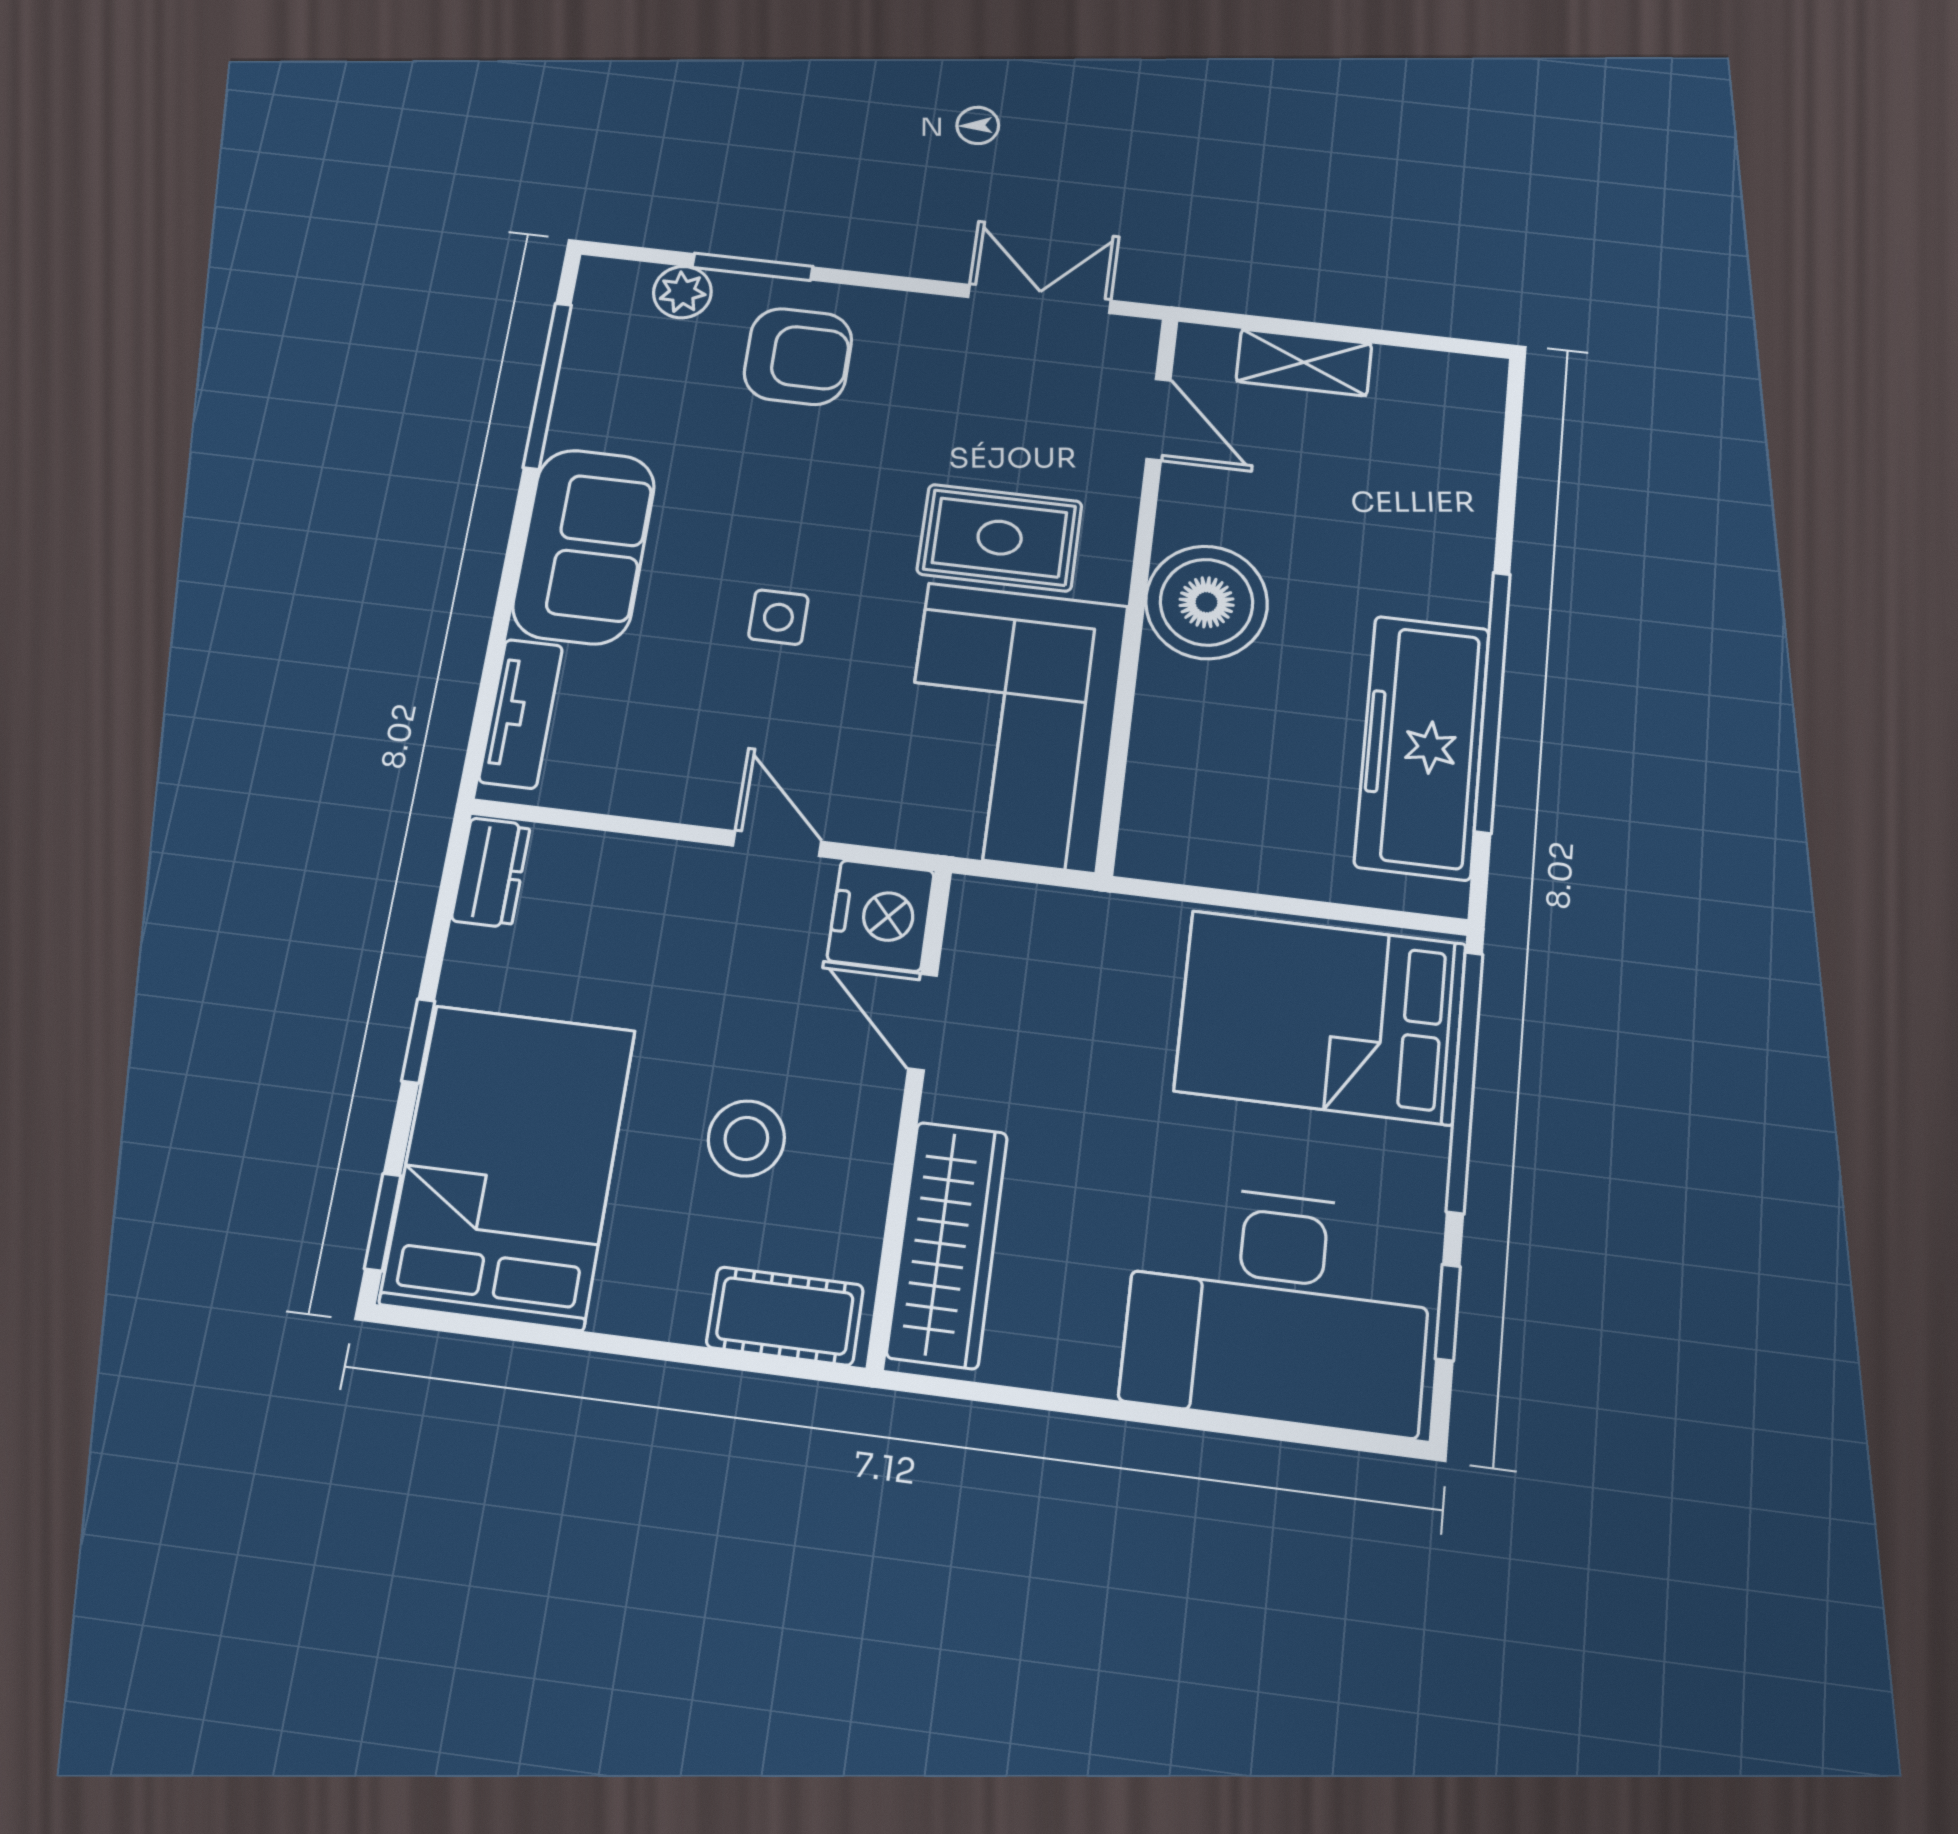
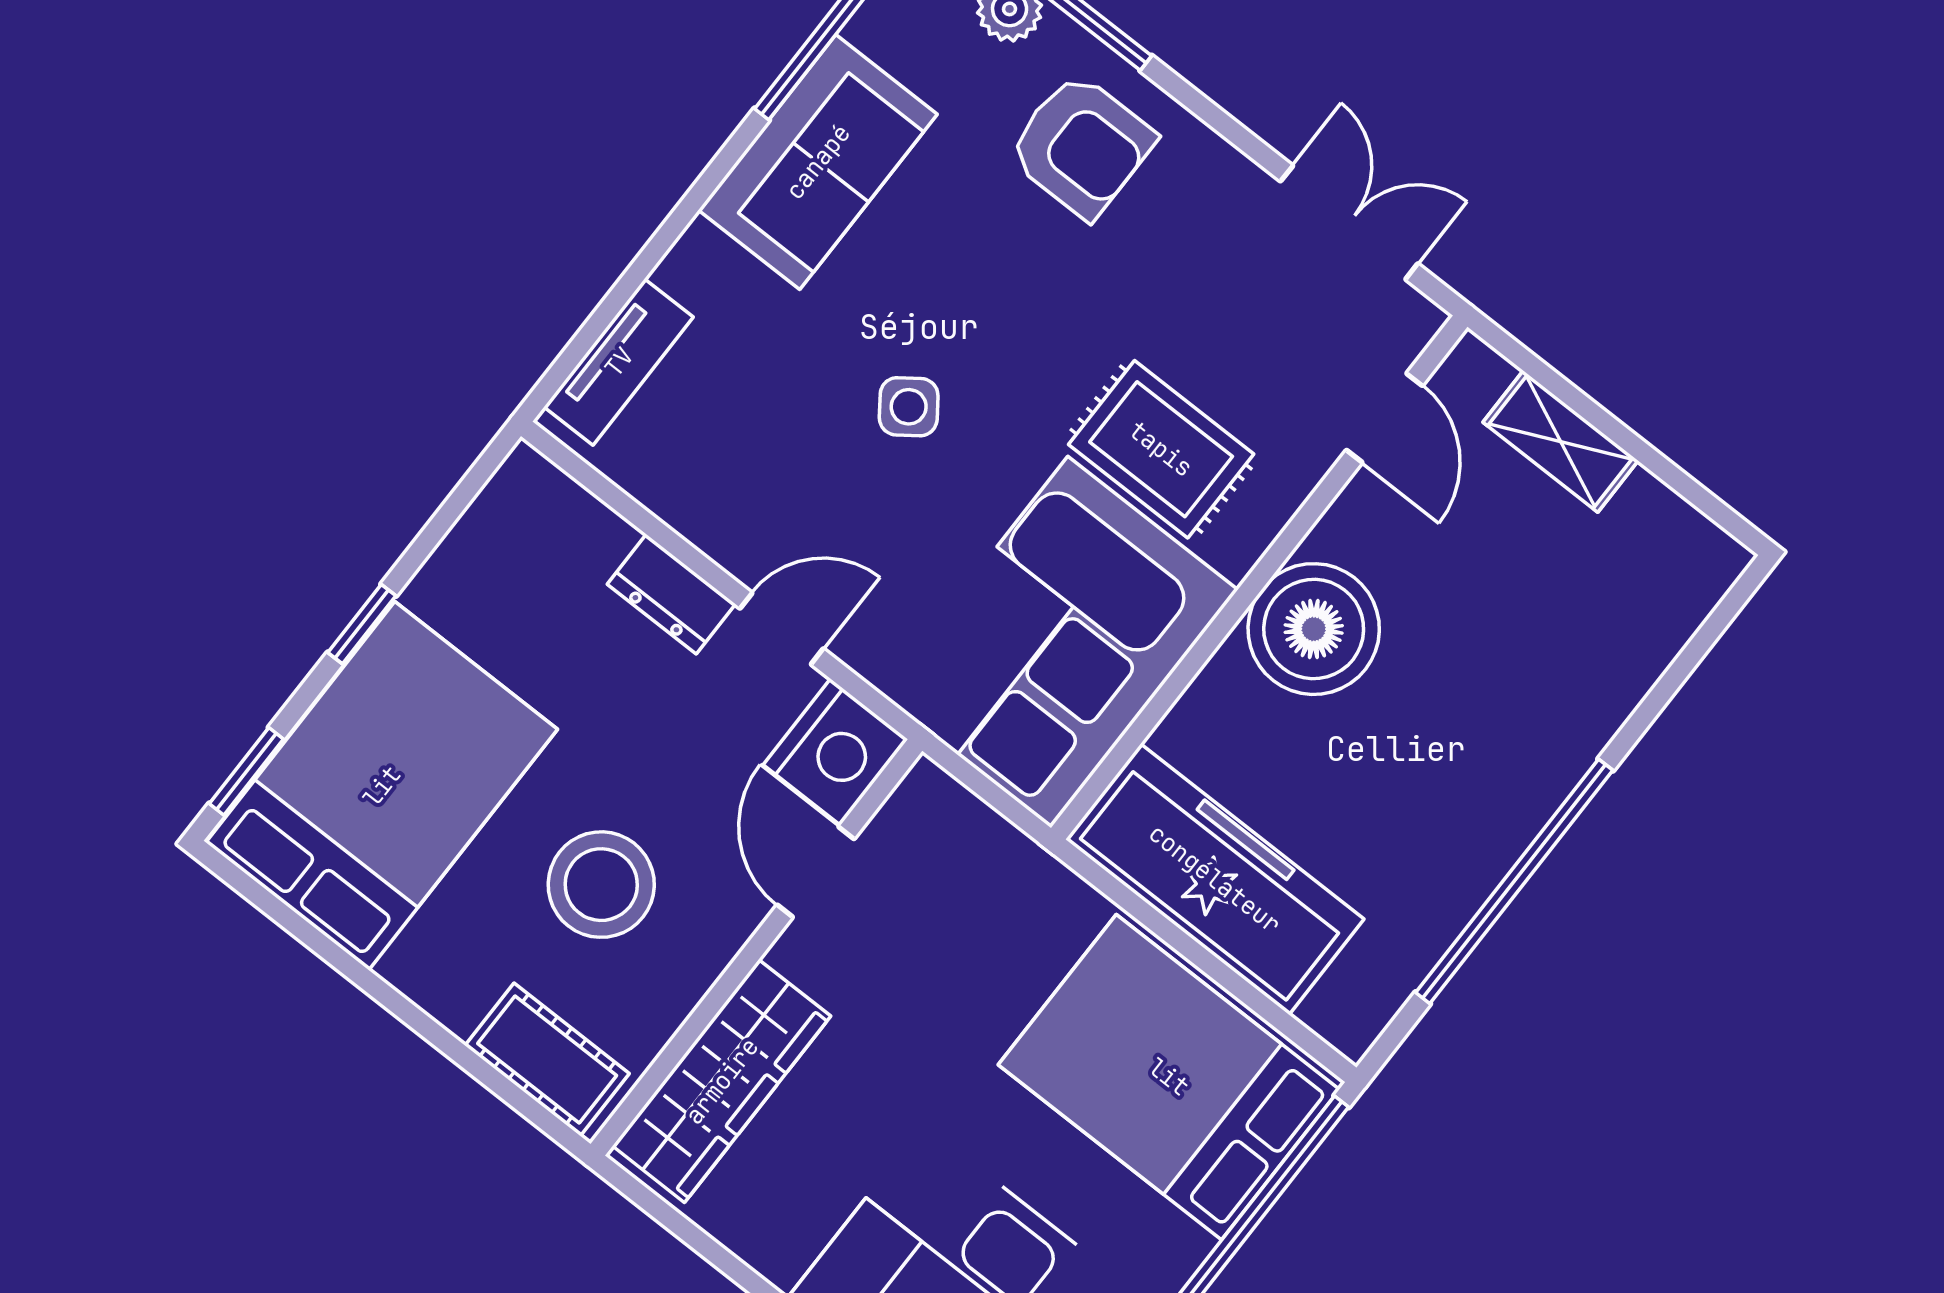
sofa: (584, 546) -> (818, 162), moved
side table: (778, 617) -> (909, 407), turned -36
freezer: (1422, 747) -> (1215, 879), moved, turned 90
door: (777, 844) -> (782, 629), hinge flipped
dresser: (491, 873) -> (671, 594), moved, turned 90
stool: (746, 1138) -> (601, 885), width x1.38, depth x1.38

